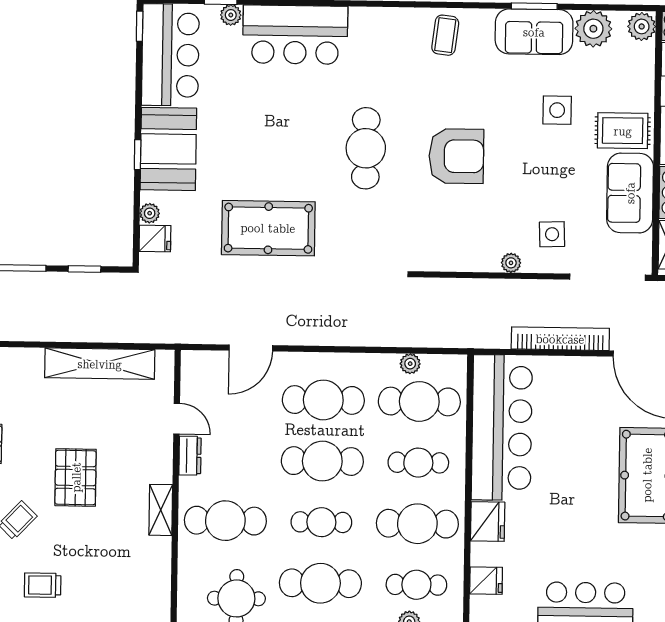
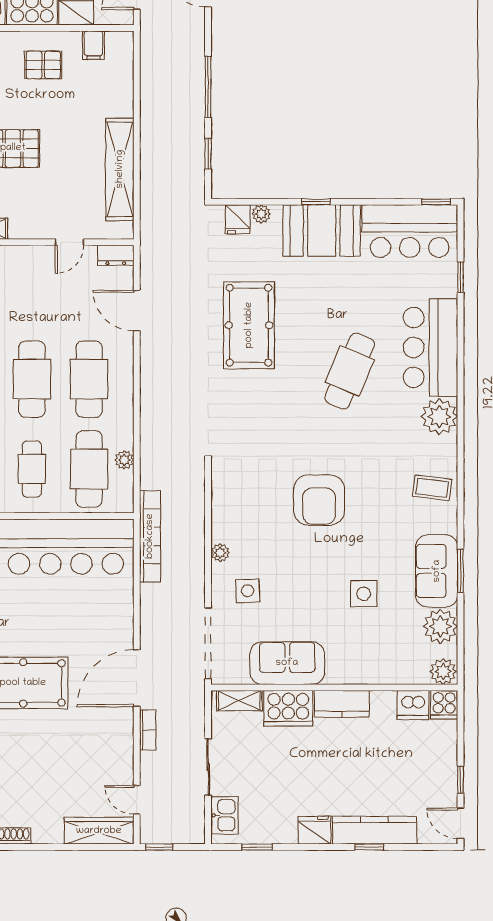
plant: (231, 15) -> (439, 417), moved, width x1.87, depth x1.87
rug: (623, 131) -> (345, 655), removed
cafe table: (366, 148) -> (350, 371), moved, turned -67
bookcase: (560, 339) -> (150, 536), moved
dresser: (190, 456) -> (116, 255), moved

